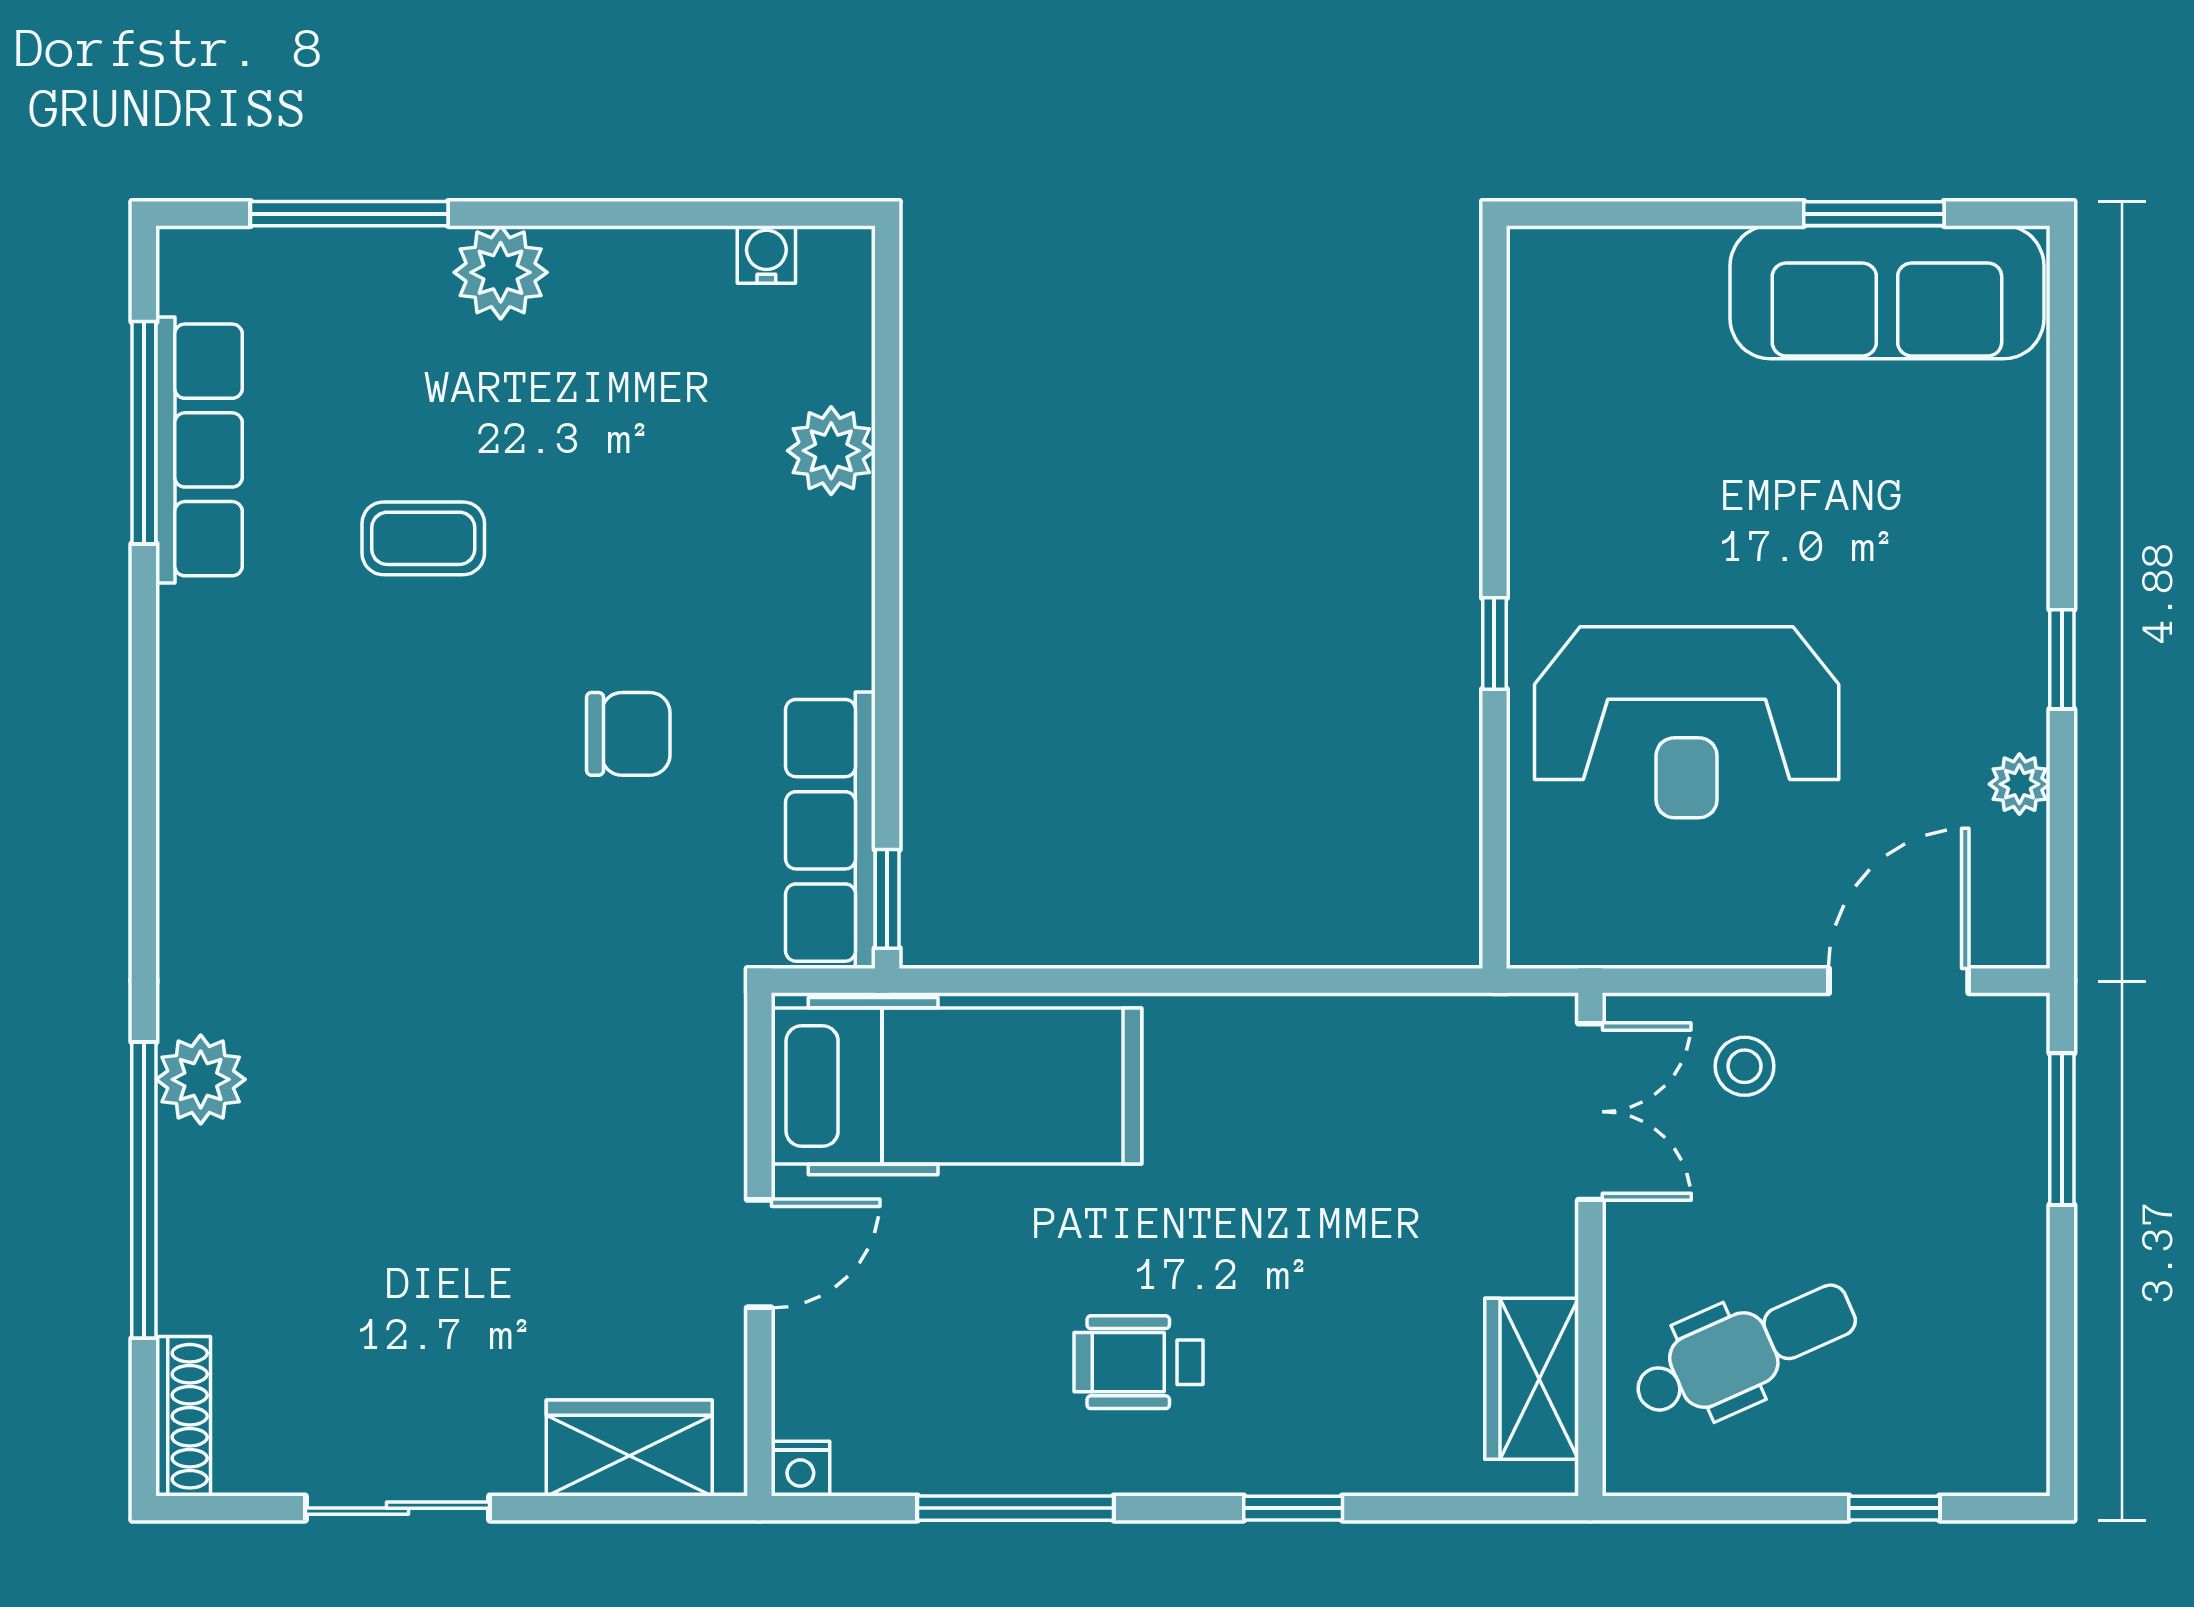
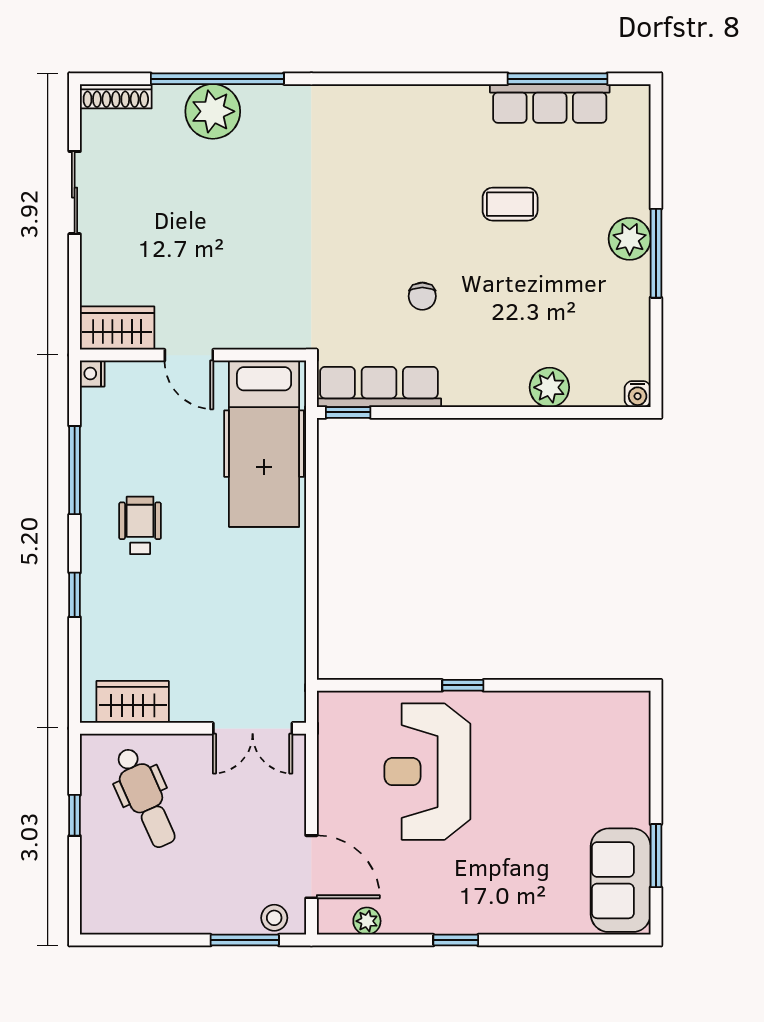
window: (349, 214) -> (656, 253), moved
water cooler: (766, 254) -> (638, 394), moved, turned 90
sofa: (1887, 292) -> (621, 880), width x0.73
coffee table: (423, 538) -> (510, 204), turned 90
chair: (628, 734) -> (422, 296), width x0.73, depth x0.73
plant: (2019, 784) -> (367, 921), moved
stool: (1745, 1066) -> (274, 918), moved
plant: (201, 1079) -> (213, 111), moved, width x1.36, depth x1.36
wardrobe: (629, 1448) -> (117, 328), moved, turned -90
window: (1894, 1508) -> (75, 815), moved

